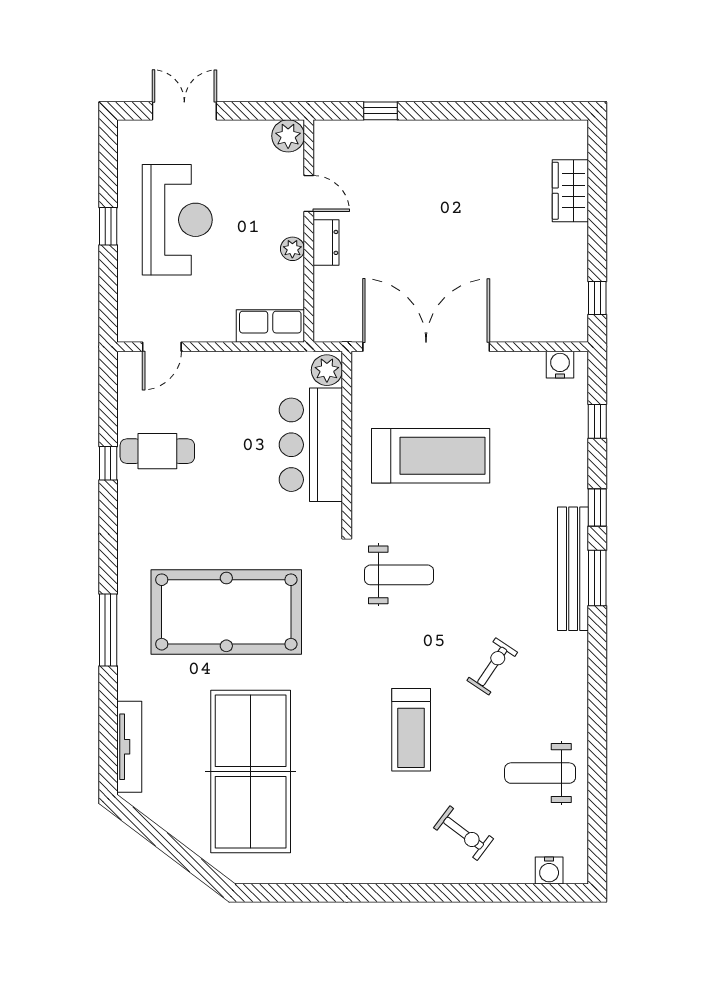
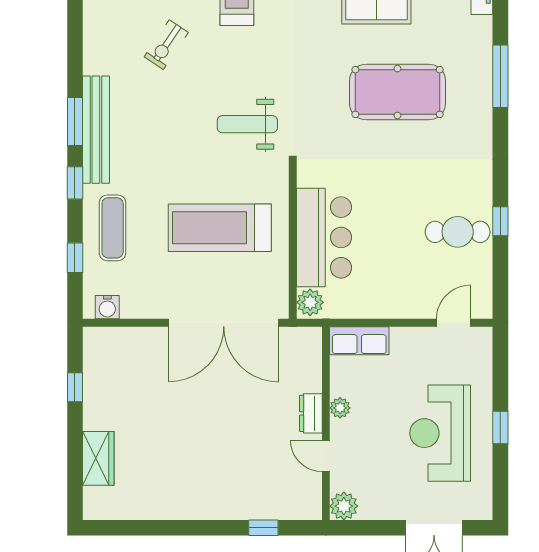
window: (597, 298) -> (75, 387), moved
exercise mat: (554, 456) -> (113, 228), added
pool table: (226, 612) -> (398, 92), width x0.73, depth x0.76

